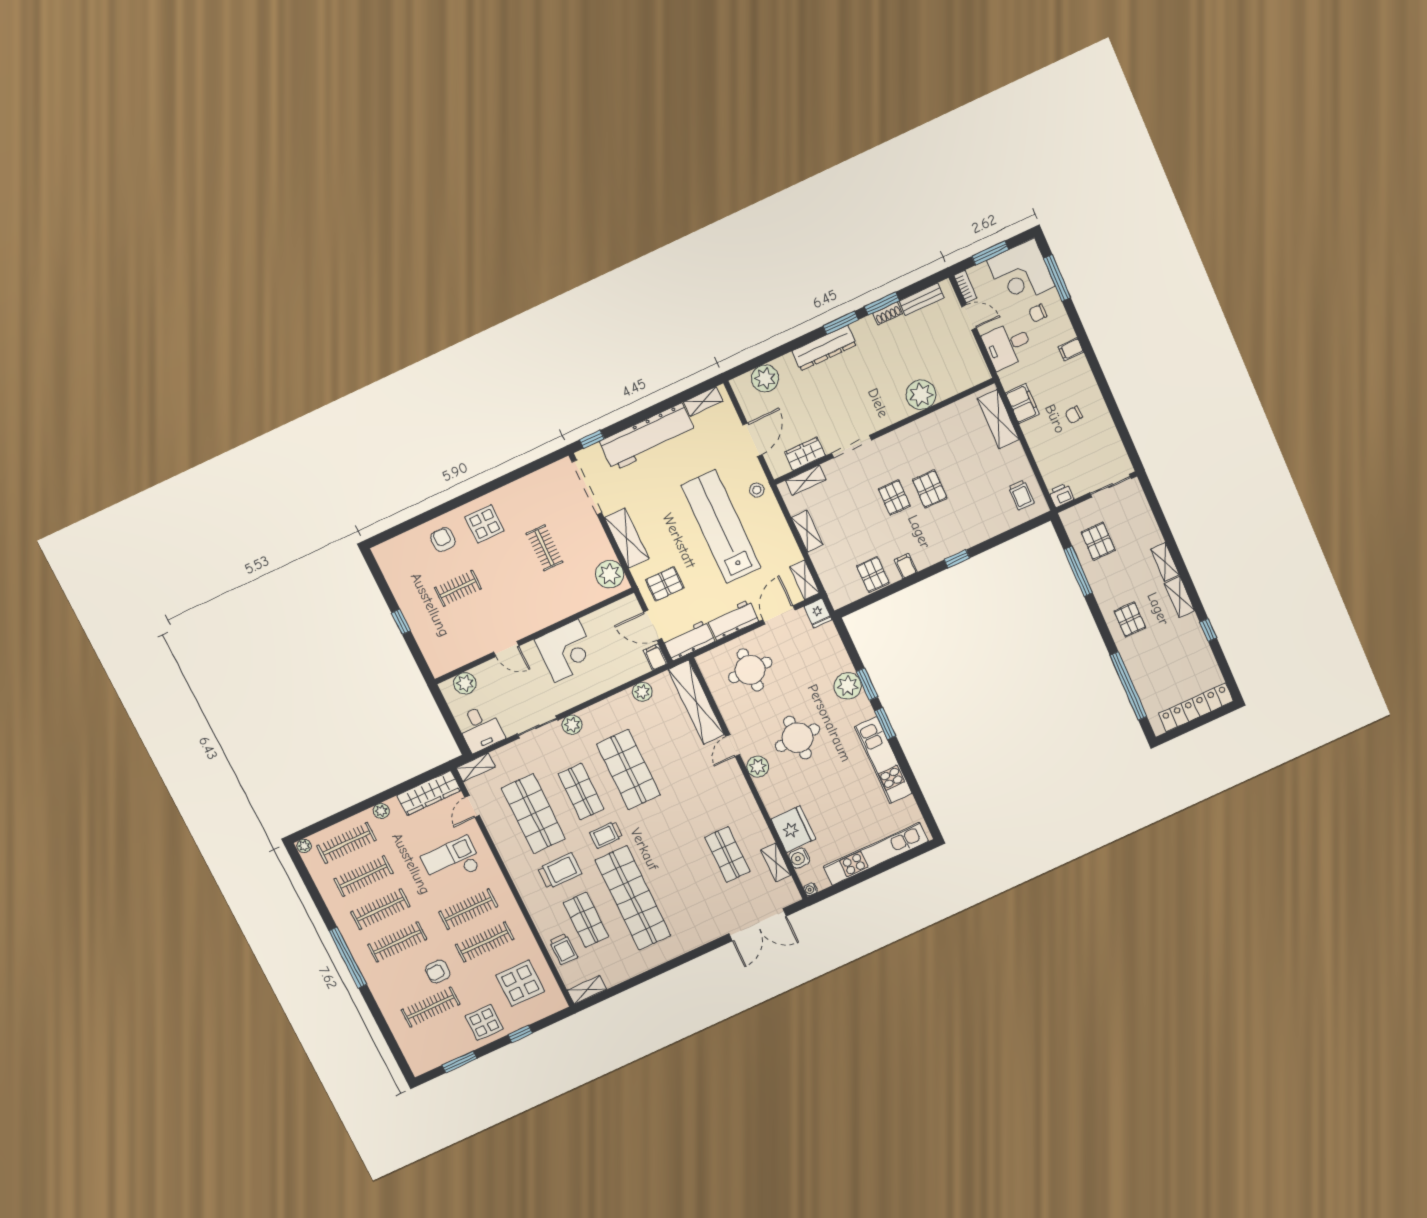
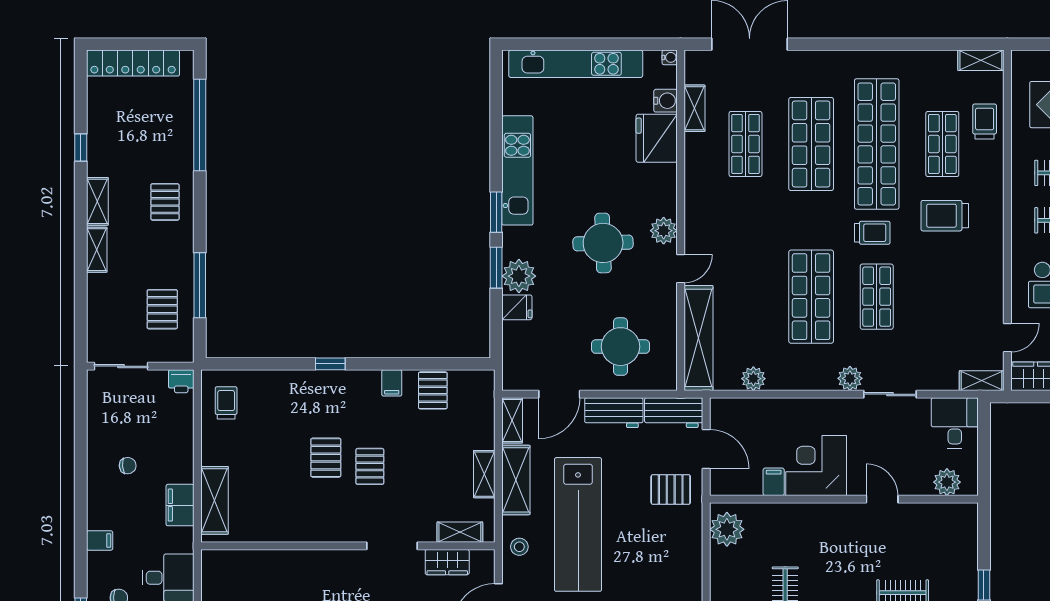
plant: (921, 395) -> (289, 568), removed
shelving: (627, 538) -> (516, 480), moved
fridge: (818, 613) -> (517, 307), moved, turned 90
filing cabinet: (655, 657) -> (774, 482), moved, turned 180
shop shelf: (533, 813) -> (811, 144), moved

